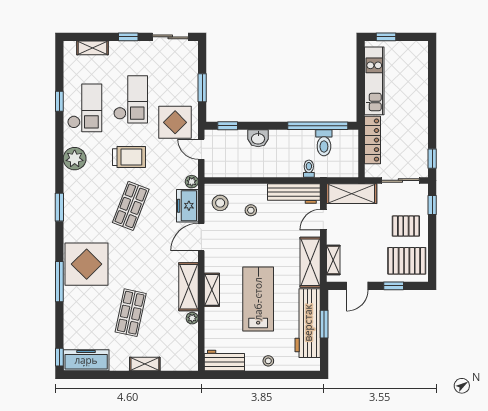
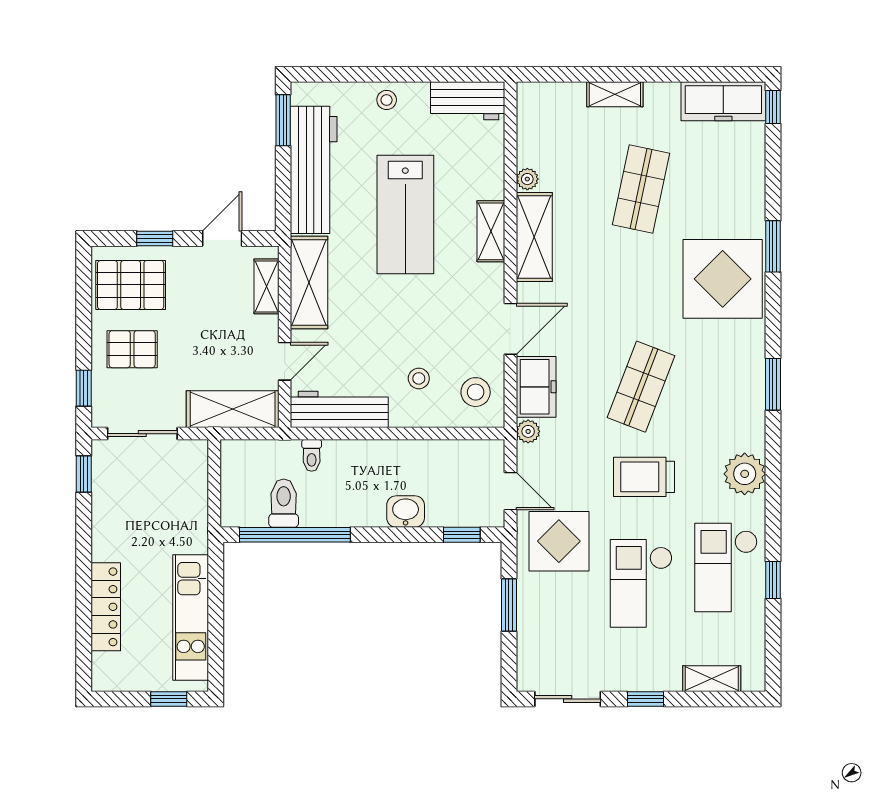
locker: (373, 140) -> (106, 607), moved, turned 180
window: (59, 282) -> (773, 246), width x0.69
window: (324, 324) -> (283, 120), moved

